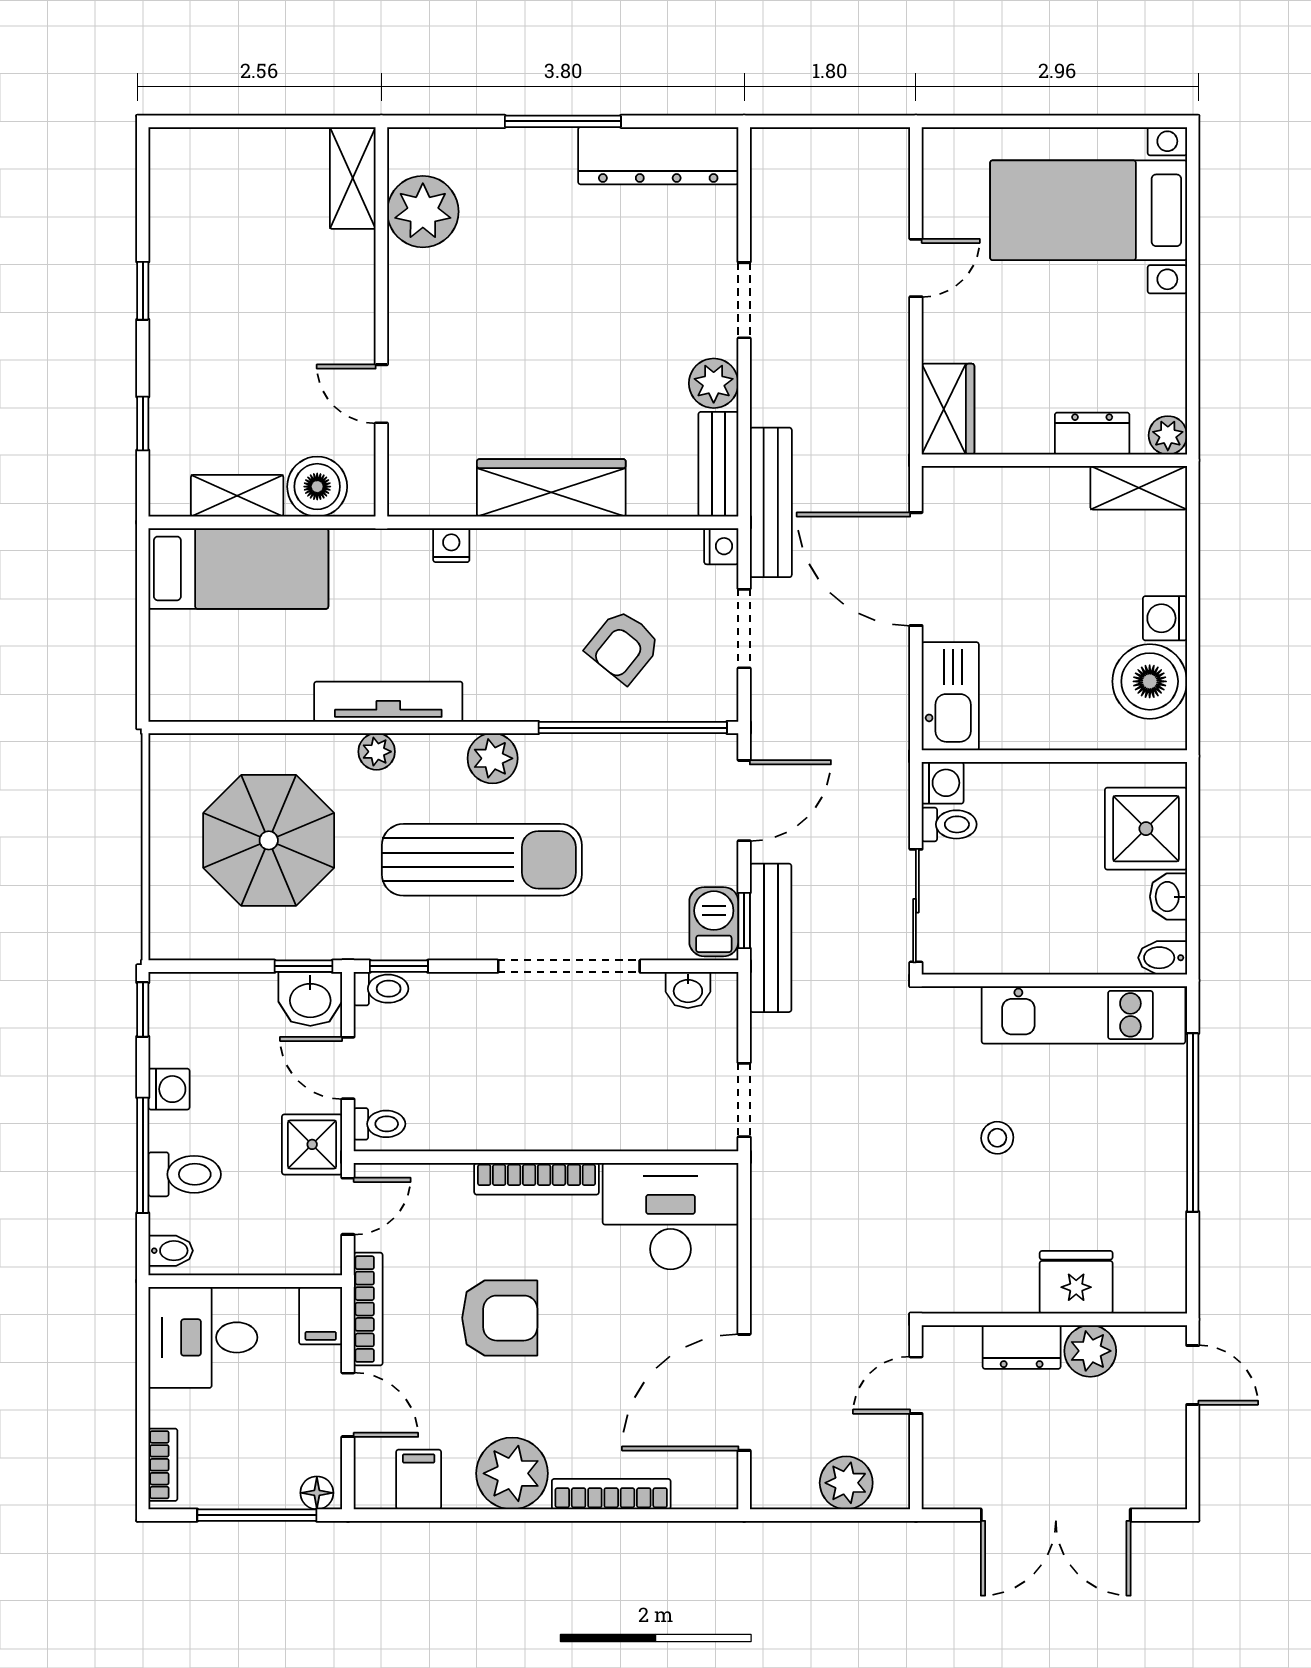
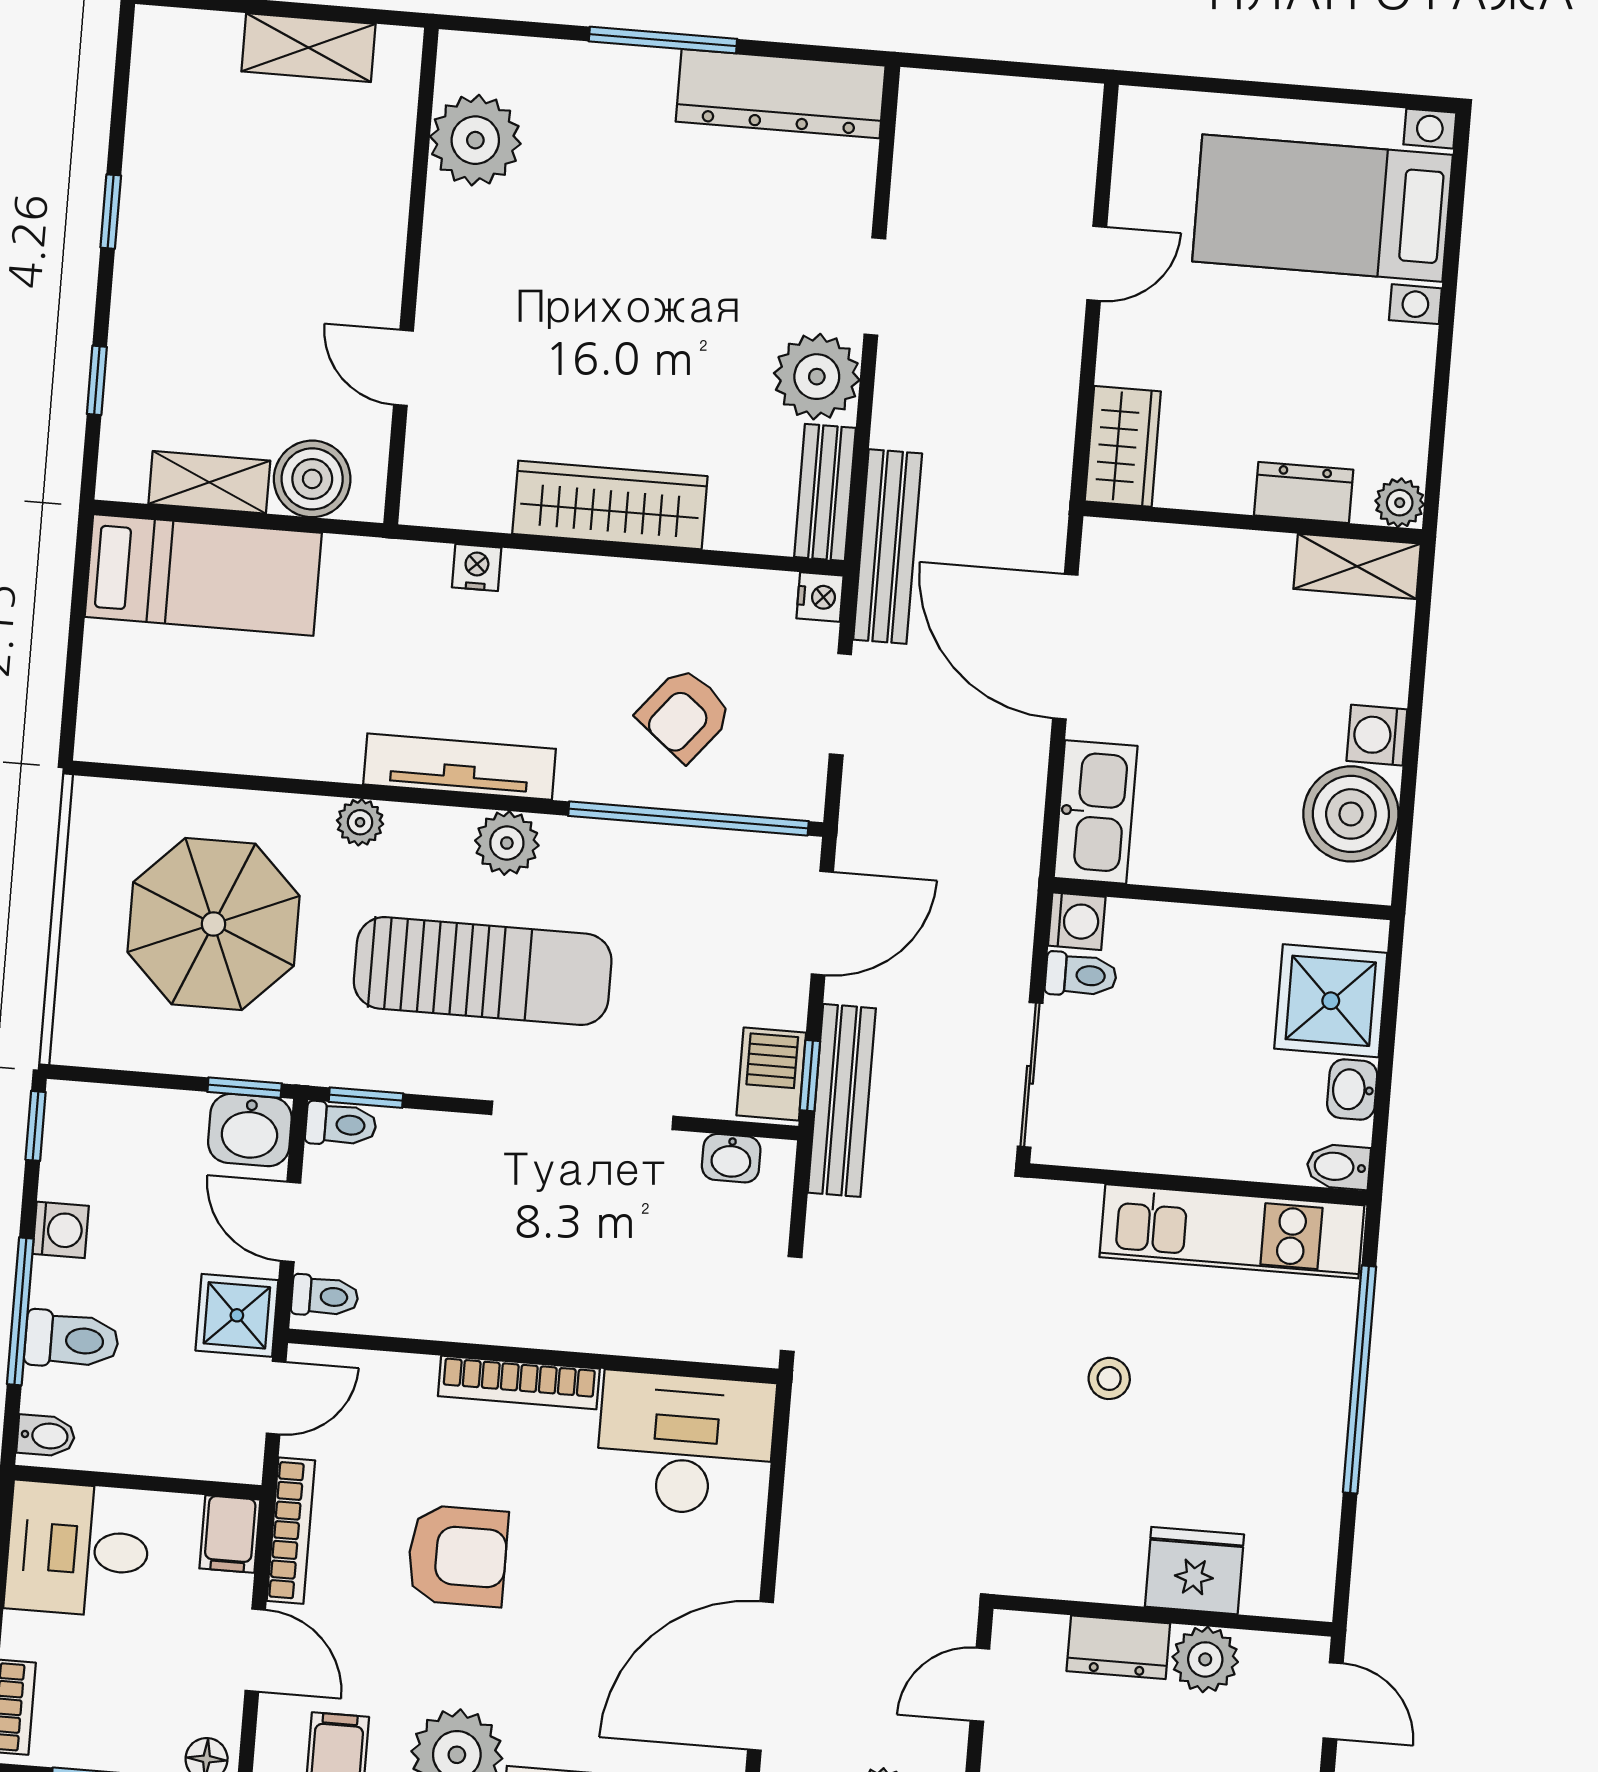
shelving: (353, 178) -> (309, 48), moved, turned 90
plant: (714, 383) -> (817, 377), width x1.36, depth x1.36
tv unit: (388, 702) -> (460, 767), moved

